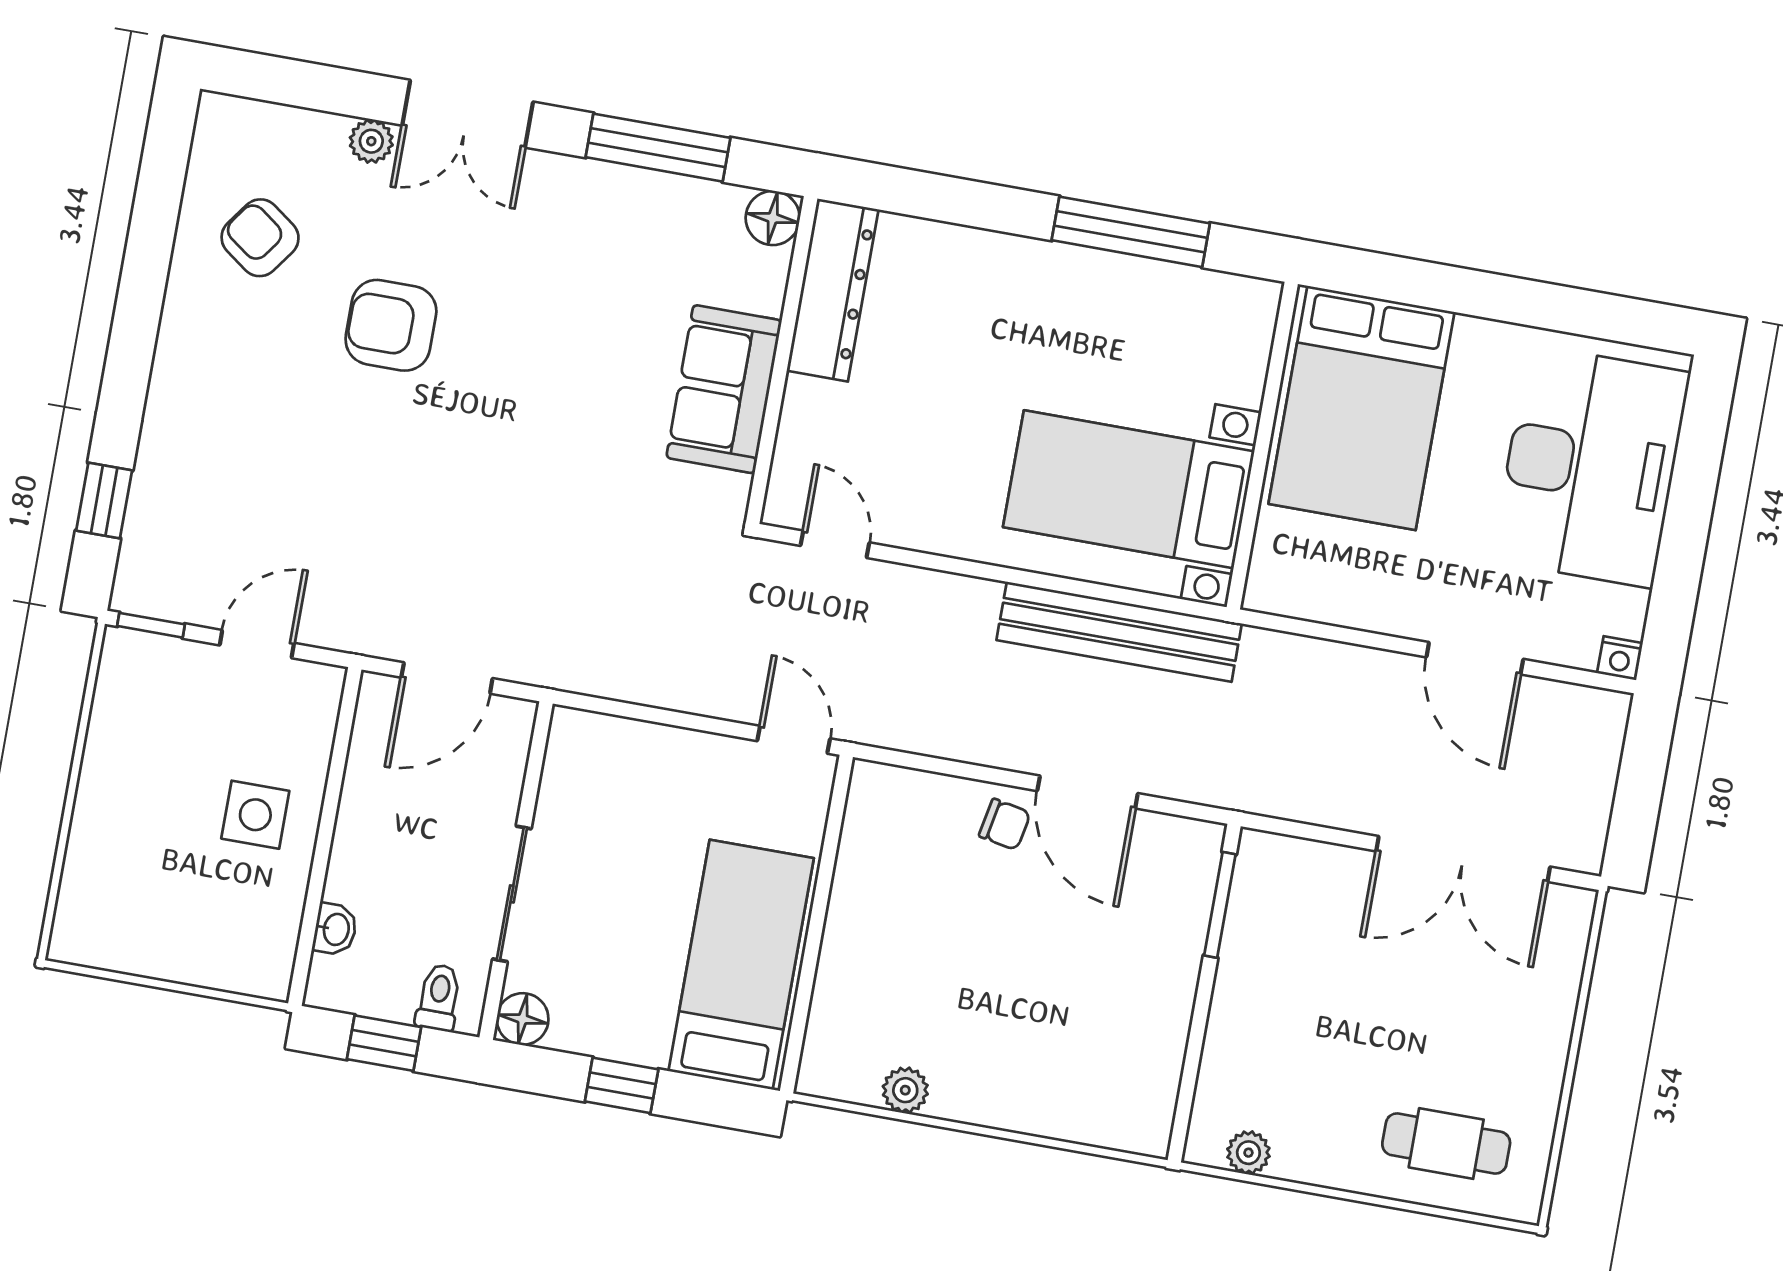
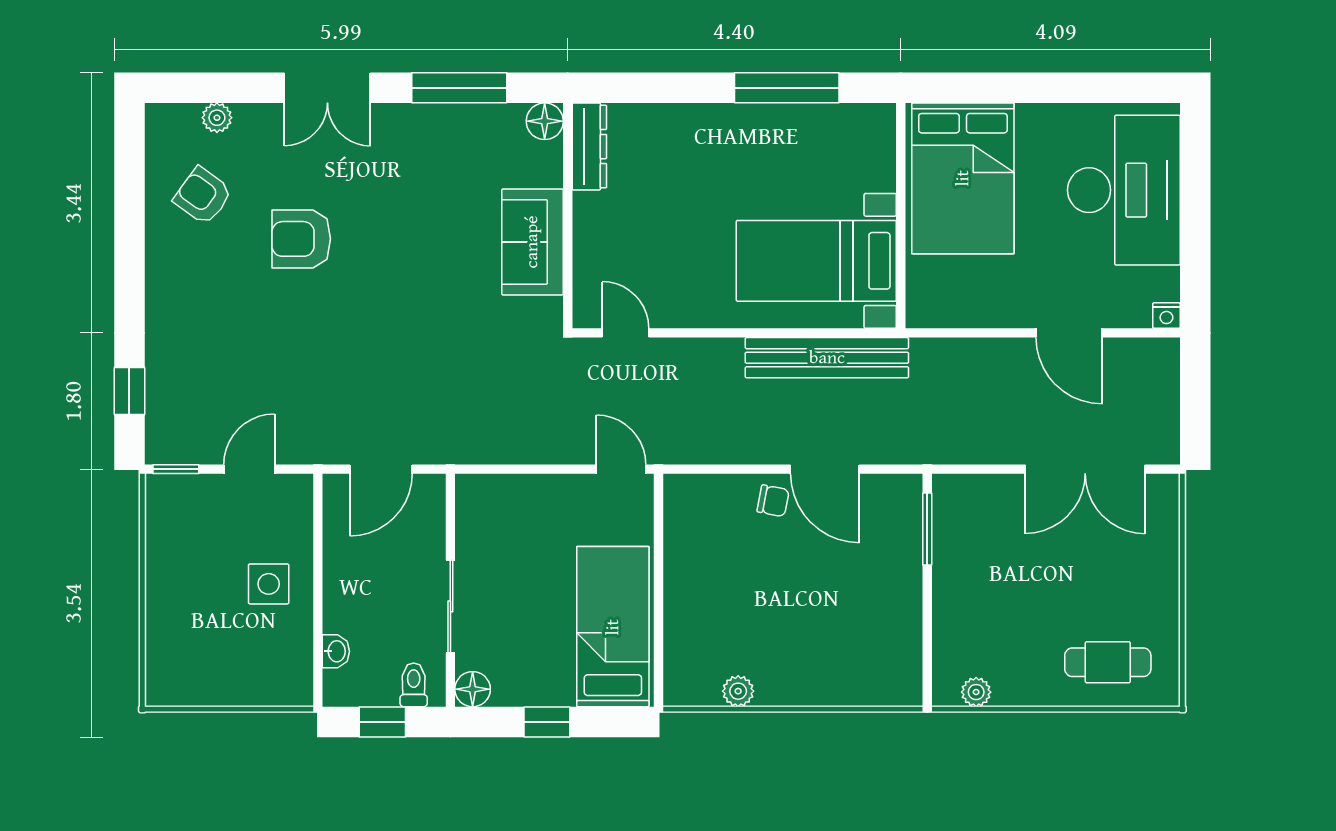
plant: (371, 141) -> (217, 118), moved
dresser: (833, 290) -> (589, 147), width x0.73, depth x0.80

